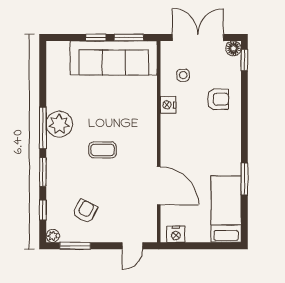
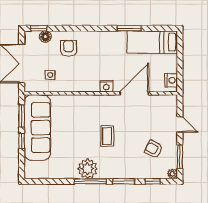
floor lamp: (233, 48) -> (45, 37), moved
nightstand: (168, 105) -> (106, 86), moved
door: (132, 246) -> (180, 124), moved

